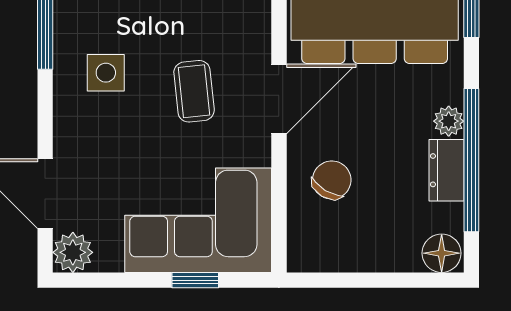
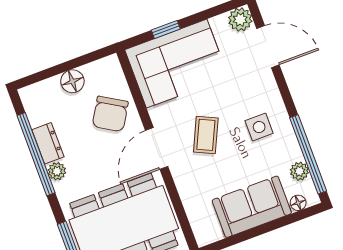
coffee table: (194, 91) -> (206, 135), turned 31
chair: (332, 180) -> (110, 114), width x1.37, depth x1.37
floor lamp: (442, 253) -> (72, 81), moved

